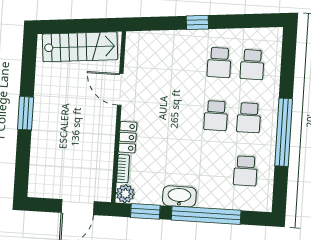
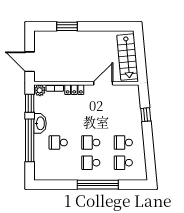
window: (197, 22) -> (146, 115), moved
window: (26, 113) -> (67, 26), moved
window: (284, 132) -> (98, 185), moved
school desk: (245, 171) -> (58, 143), moved

